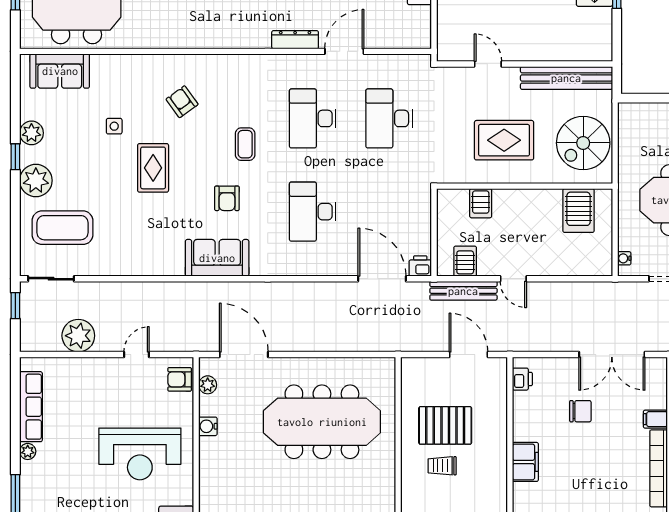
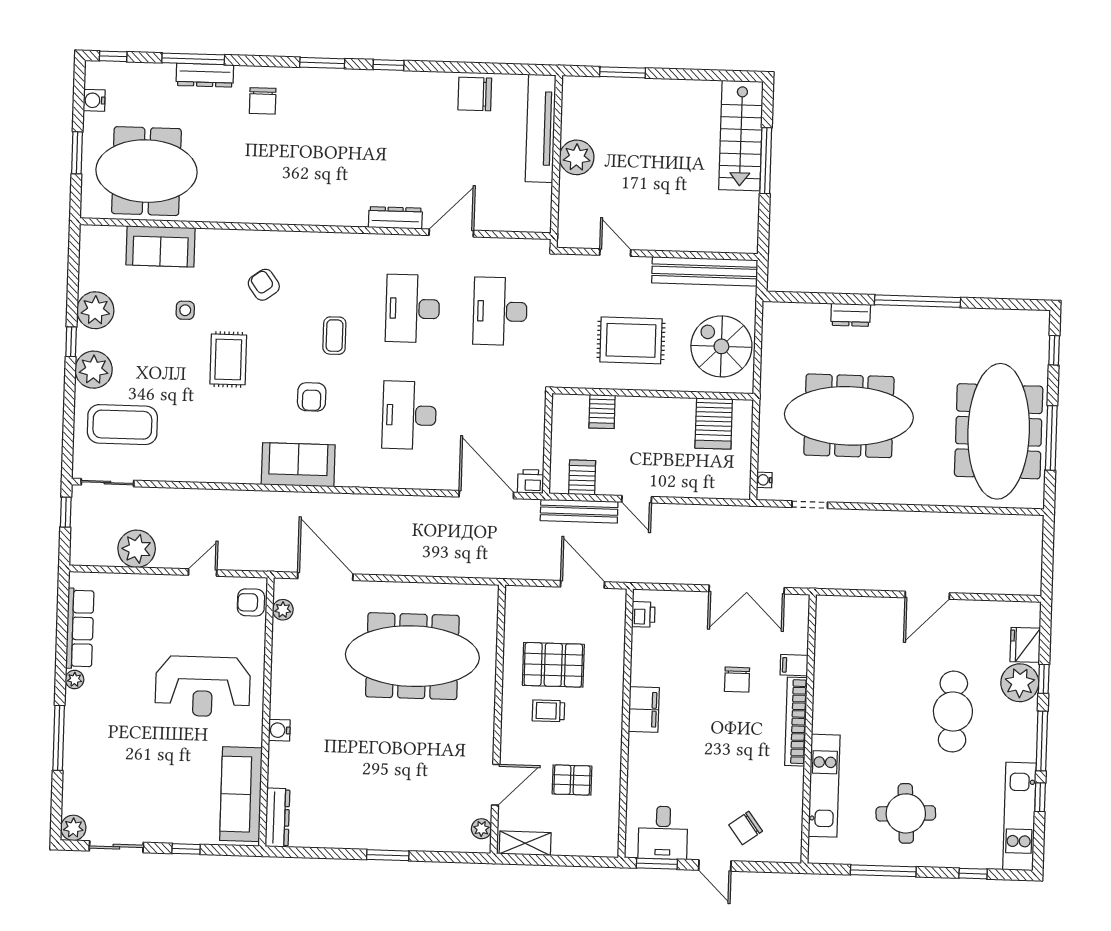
sofa: (60, 71) -> (161, 246), moved
plant: (31, 133) -> (95, 310), width x1.36, depth x1.36
spiral stairs: (583, 143) -> (721, 346), turned 90
chair: (580, 411) -> (737, 680), moved, turned 90
water cooler: (208, 426) -> (279, 730), moved

